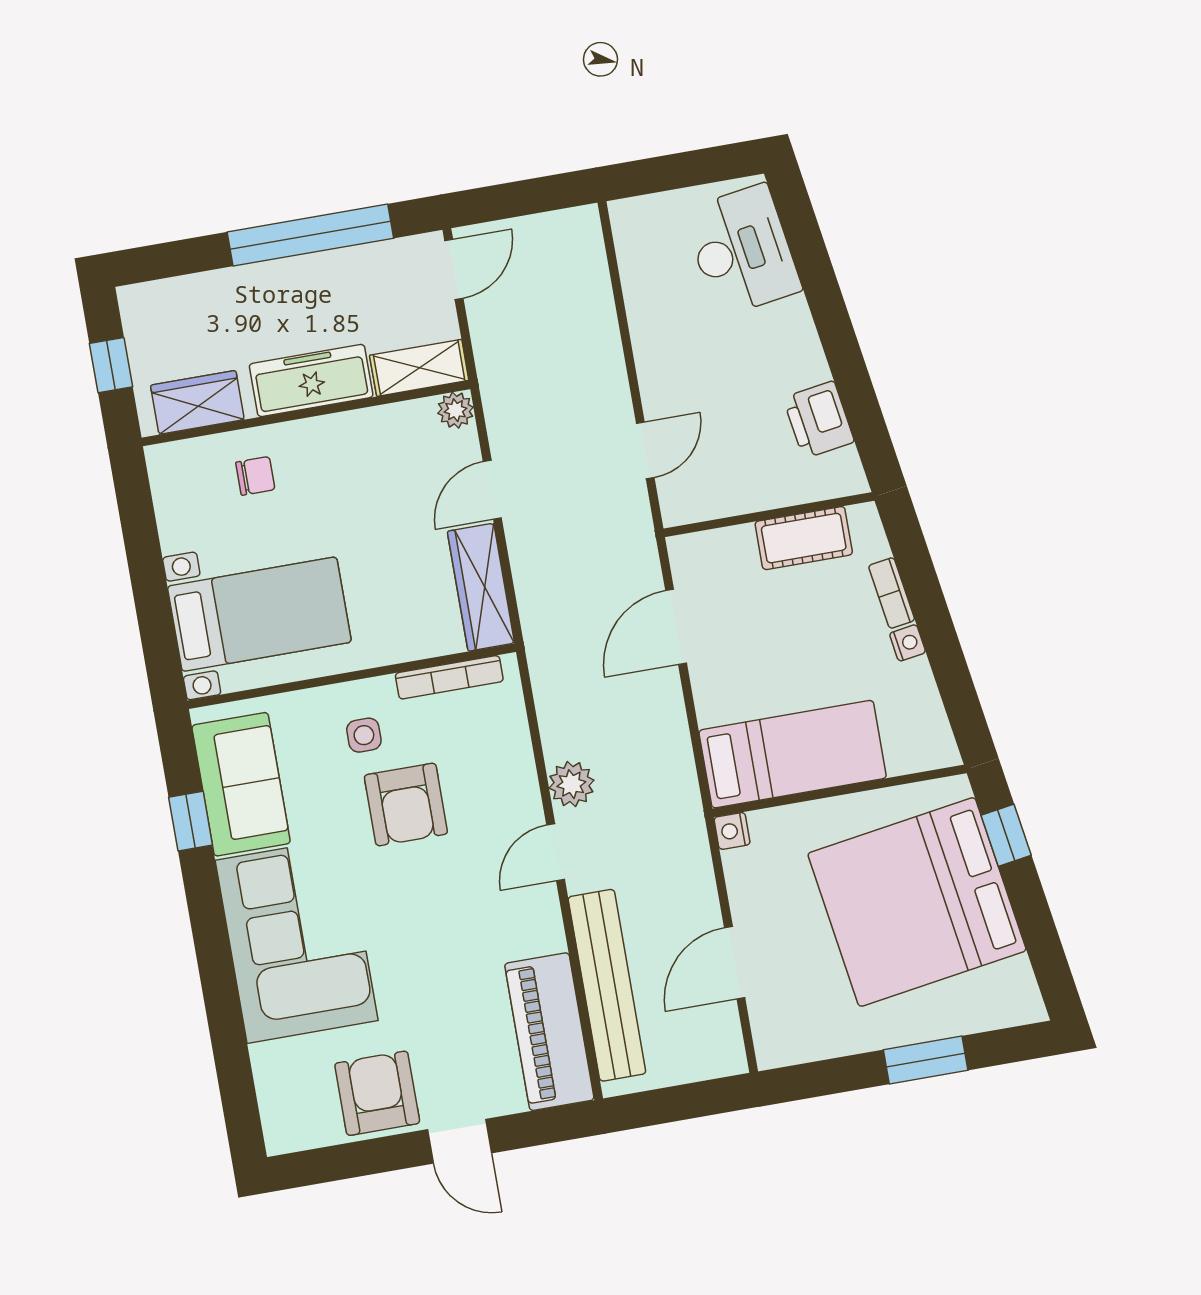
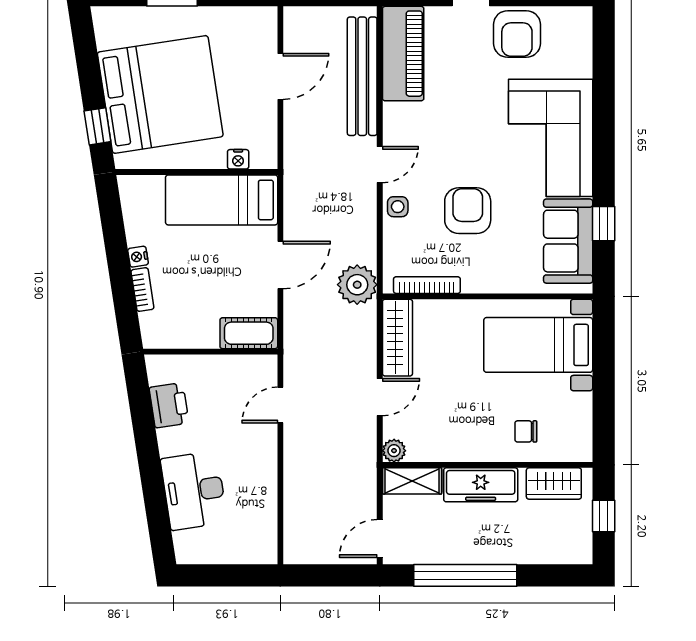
desk: (742, 250) -> (194, 491), moved
cot: (804, 538) -> (249, 333), moved
door: (676, 627) -> (280, 265), moved
side table: (364, 735) -> (398, 207), moved
plant: (571, 784) -> (357, 285), moved, width x1.36, depth x1.36
nightstand: (732, 831) -> (238, 159), moved, turned 90

